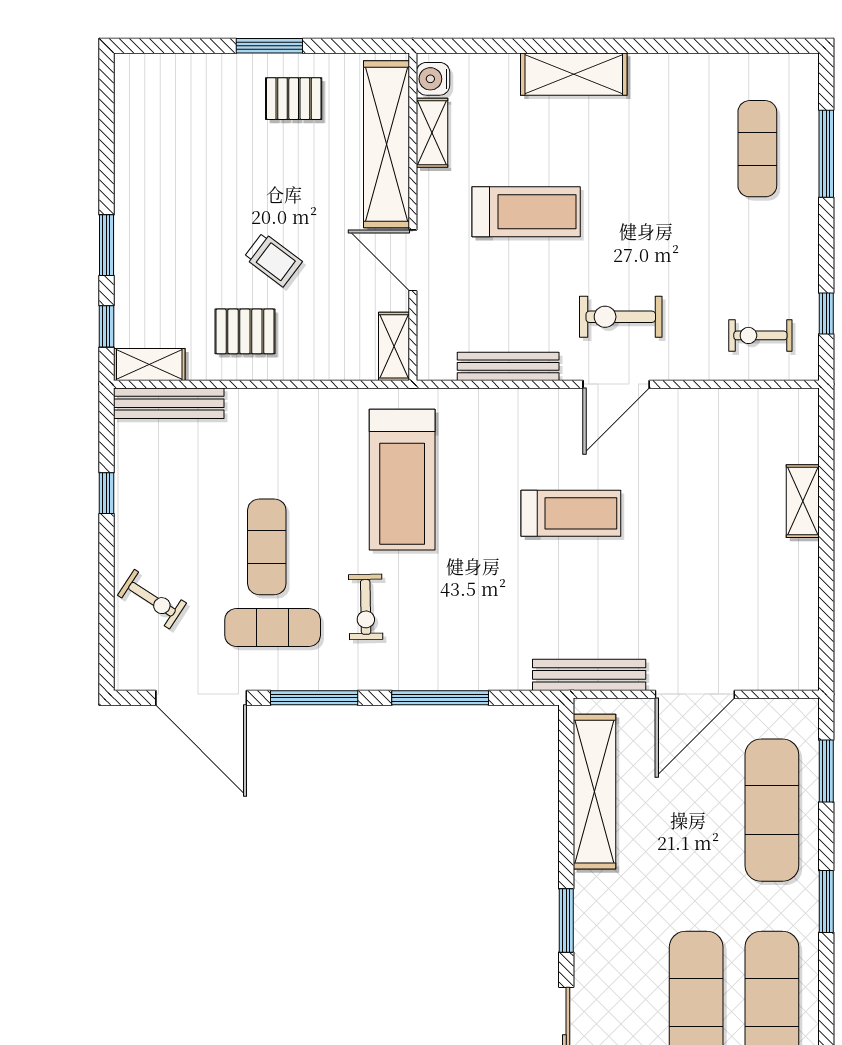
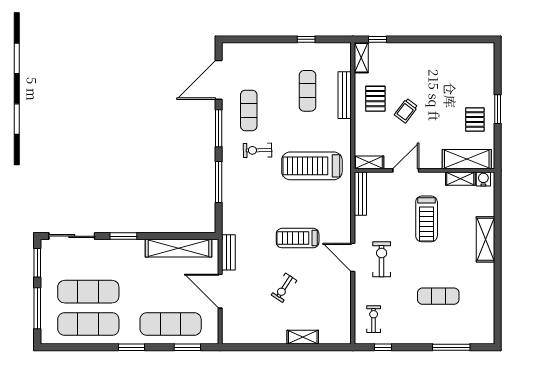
shelving: (387, 144) -> (467, 159), width x0.68
exercise mat: (757, 149) -> (438, 296), moved
window: (106, 245) -> (412, 39), removed
bench: (508, 366) -> (360, 194), moved
bench: (169, 403) -> (345, 95), moved
treadmill: (571, 513) -> (298, 238), turned 90
exercise mat: (267, 547) -> (307, 91), moved, turned 90
exercise bike: (152, 599) -> (284, 288), moved
bench: (589, 675) -> (228, 252), width x0.73

